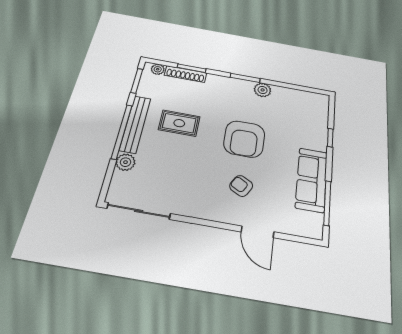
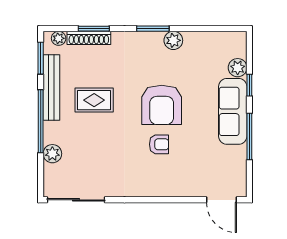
plant: (320, 122) -> (238, 68), added
bench: (135, 124) -> (51, 88), moved
sofa: (312, 180) -> (233, 111), moved
armchair: (241, 186) -> (159, 144), moved, turned 151
window: (327, 203) -> (249, 136), moved
door: (258, 232) -> (221, 200), moved

